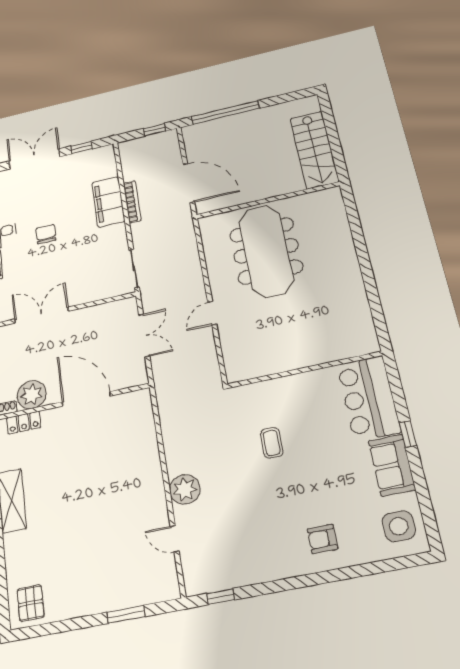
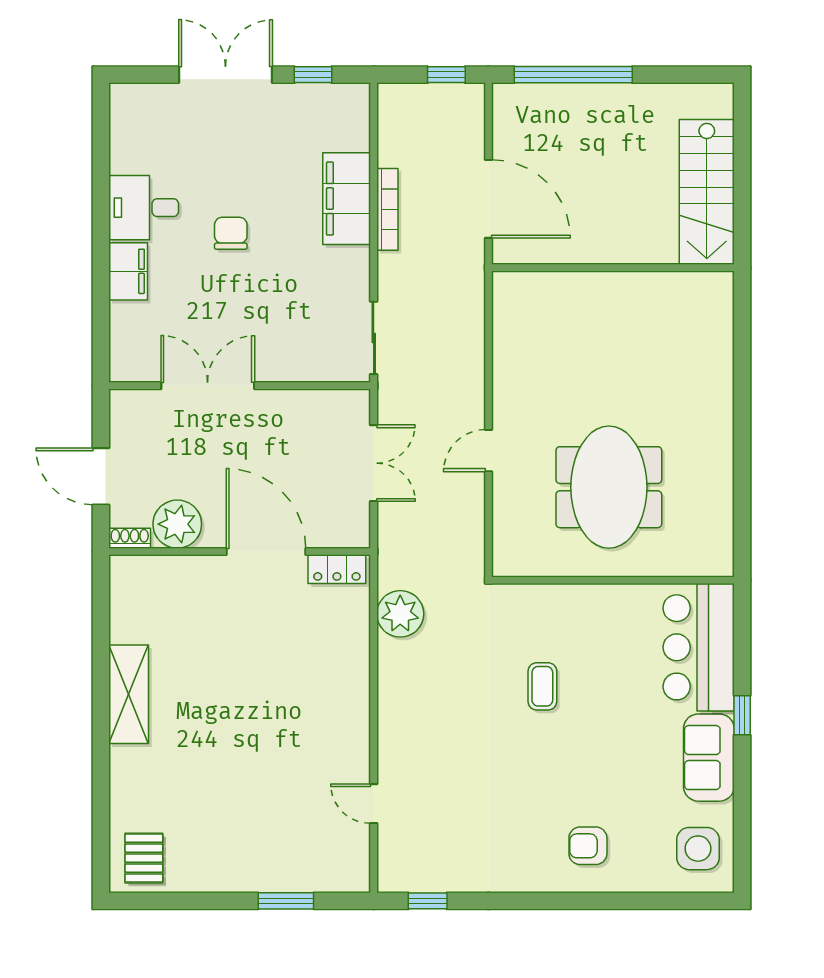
meeting table: (266, 251) -> (609, 487), moved, width x0.73
locker: (24, 423) -> (337, 569), moved
plant: (185, 489) -> (400, 614), moved

